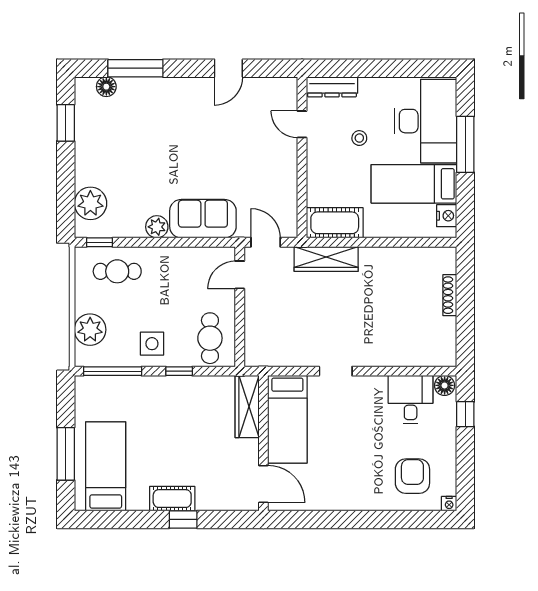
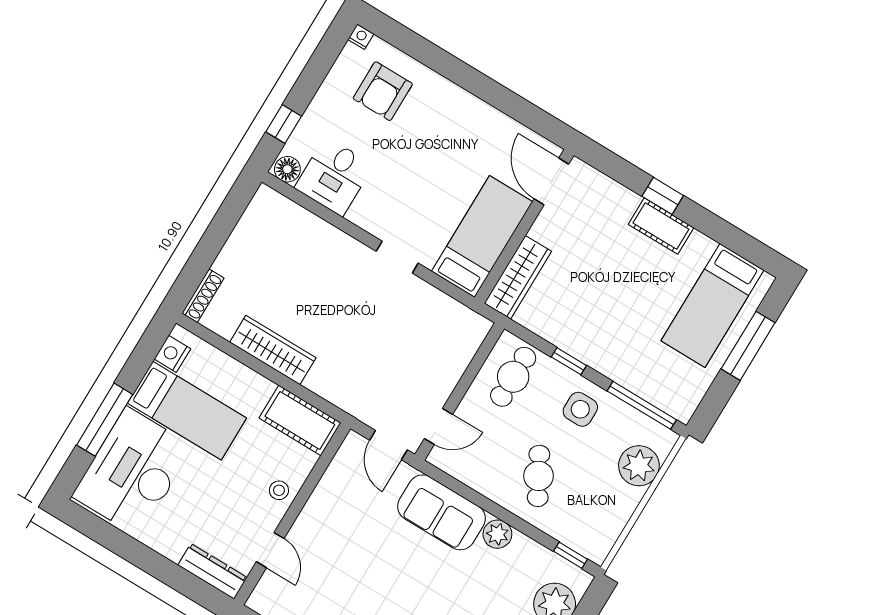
stool: (359, 138) -> (279, 490), moved
wardrobe: (326, 259) -> (273, 350), moved
cafe table: (117, 271) -> (539, 476), moved, turned 61
shoe rack: (450, 295) -> (203, 296), moved

